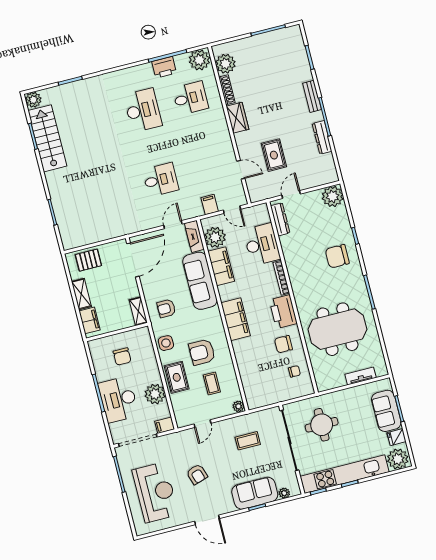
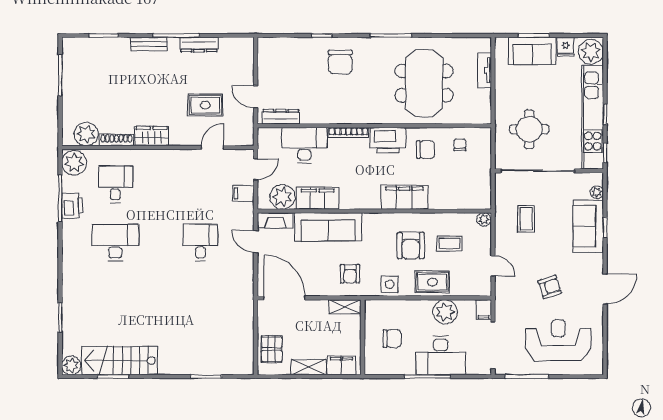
plant: (333, 196) -> (270, 50), removed
filing cabinet: (236, 319) -> (404, 197), moved
chair: (283, 344) -> (425, 150), turned -90

